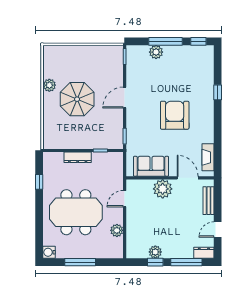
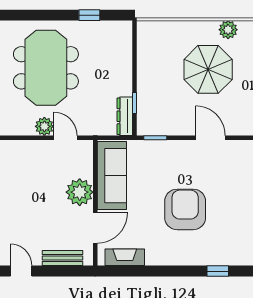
armchair: (175, 115) -> (185, 209), turned -90
dresser: (78, 157) -> (125, 116), moved
sofa: (151, 166) -> (112, 176), width x1.36
plant: (117, 230) -> (44, 126), moved

